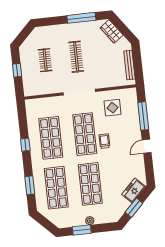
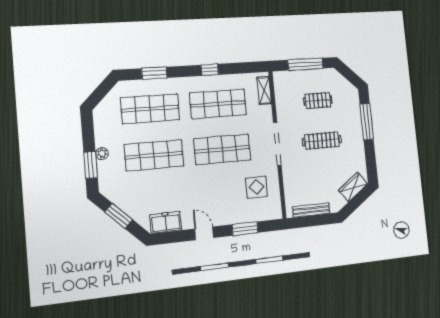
window: (81, 18) -> (367, 122), moved
window: (17, 70) -> (306, 64), width x2.17
shelving: (39, 103) -> (264, 90), added
window: (143, 116) -> (245, 229), width x0.69
trolley: (104, 141) -> (212, 176), removed
freezer: (134, 190) -> (166, 222), moved, turned -45
window: (82, 230) -> (91, 165), moved

